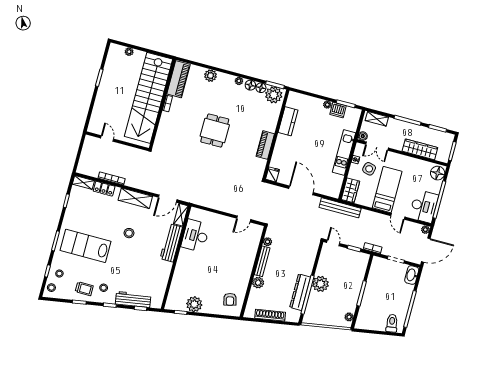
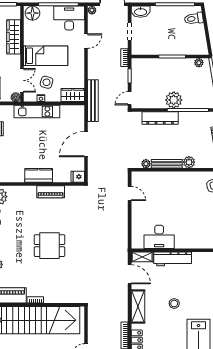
kitchen counter: (288, 121) -> (39, 175), moved
bed: (387, 190) -> (46, 56), moved, turned 180
dresser: (300, 292) -> (160, 118), moved

